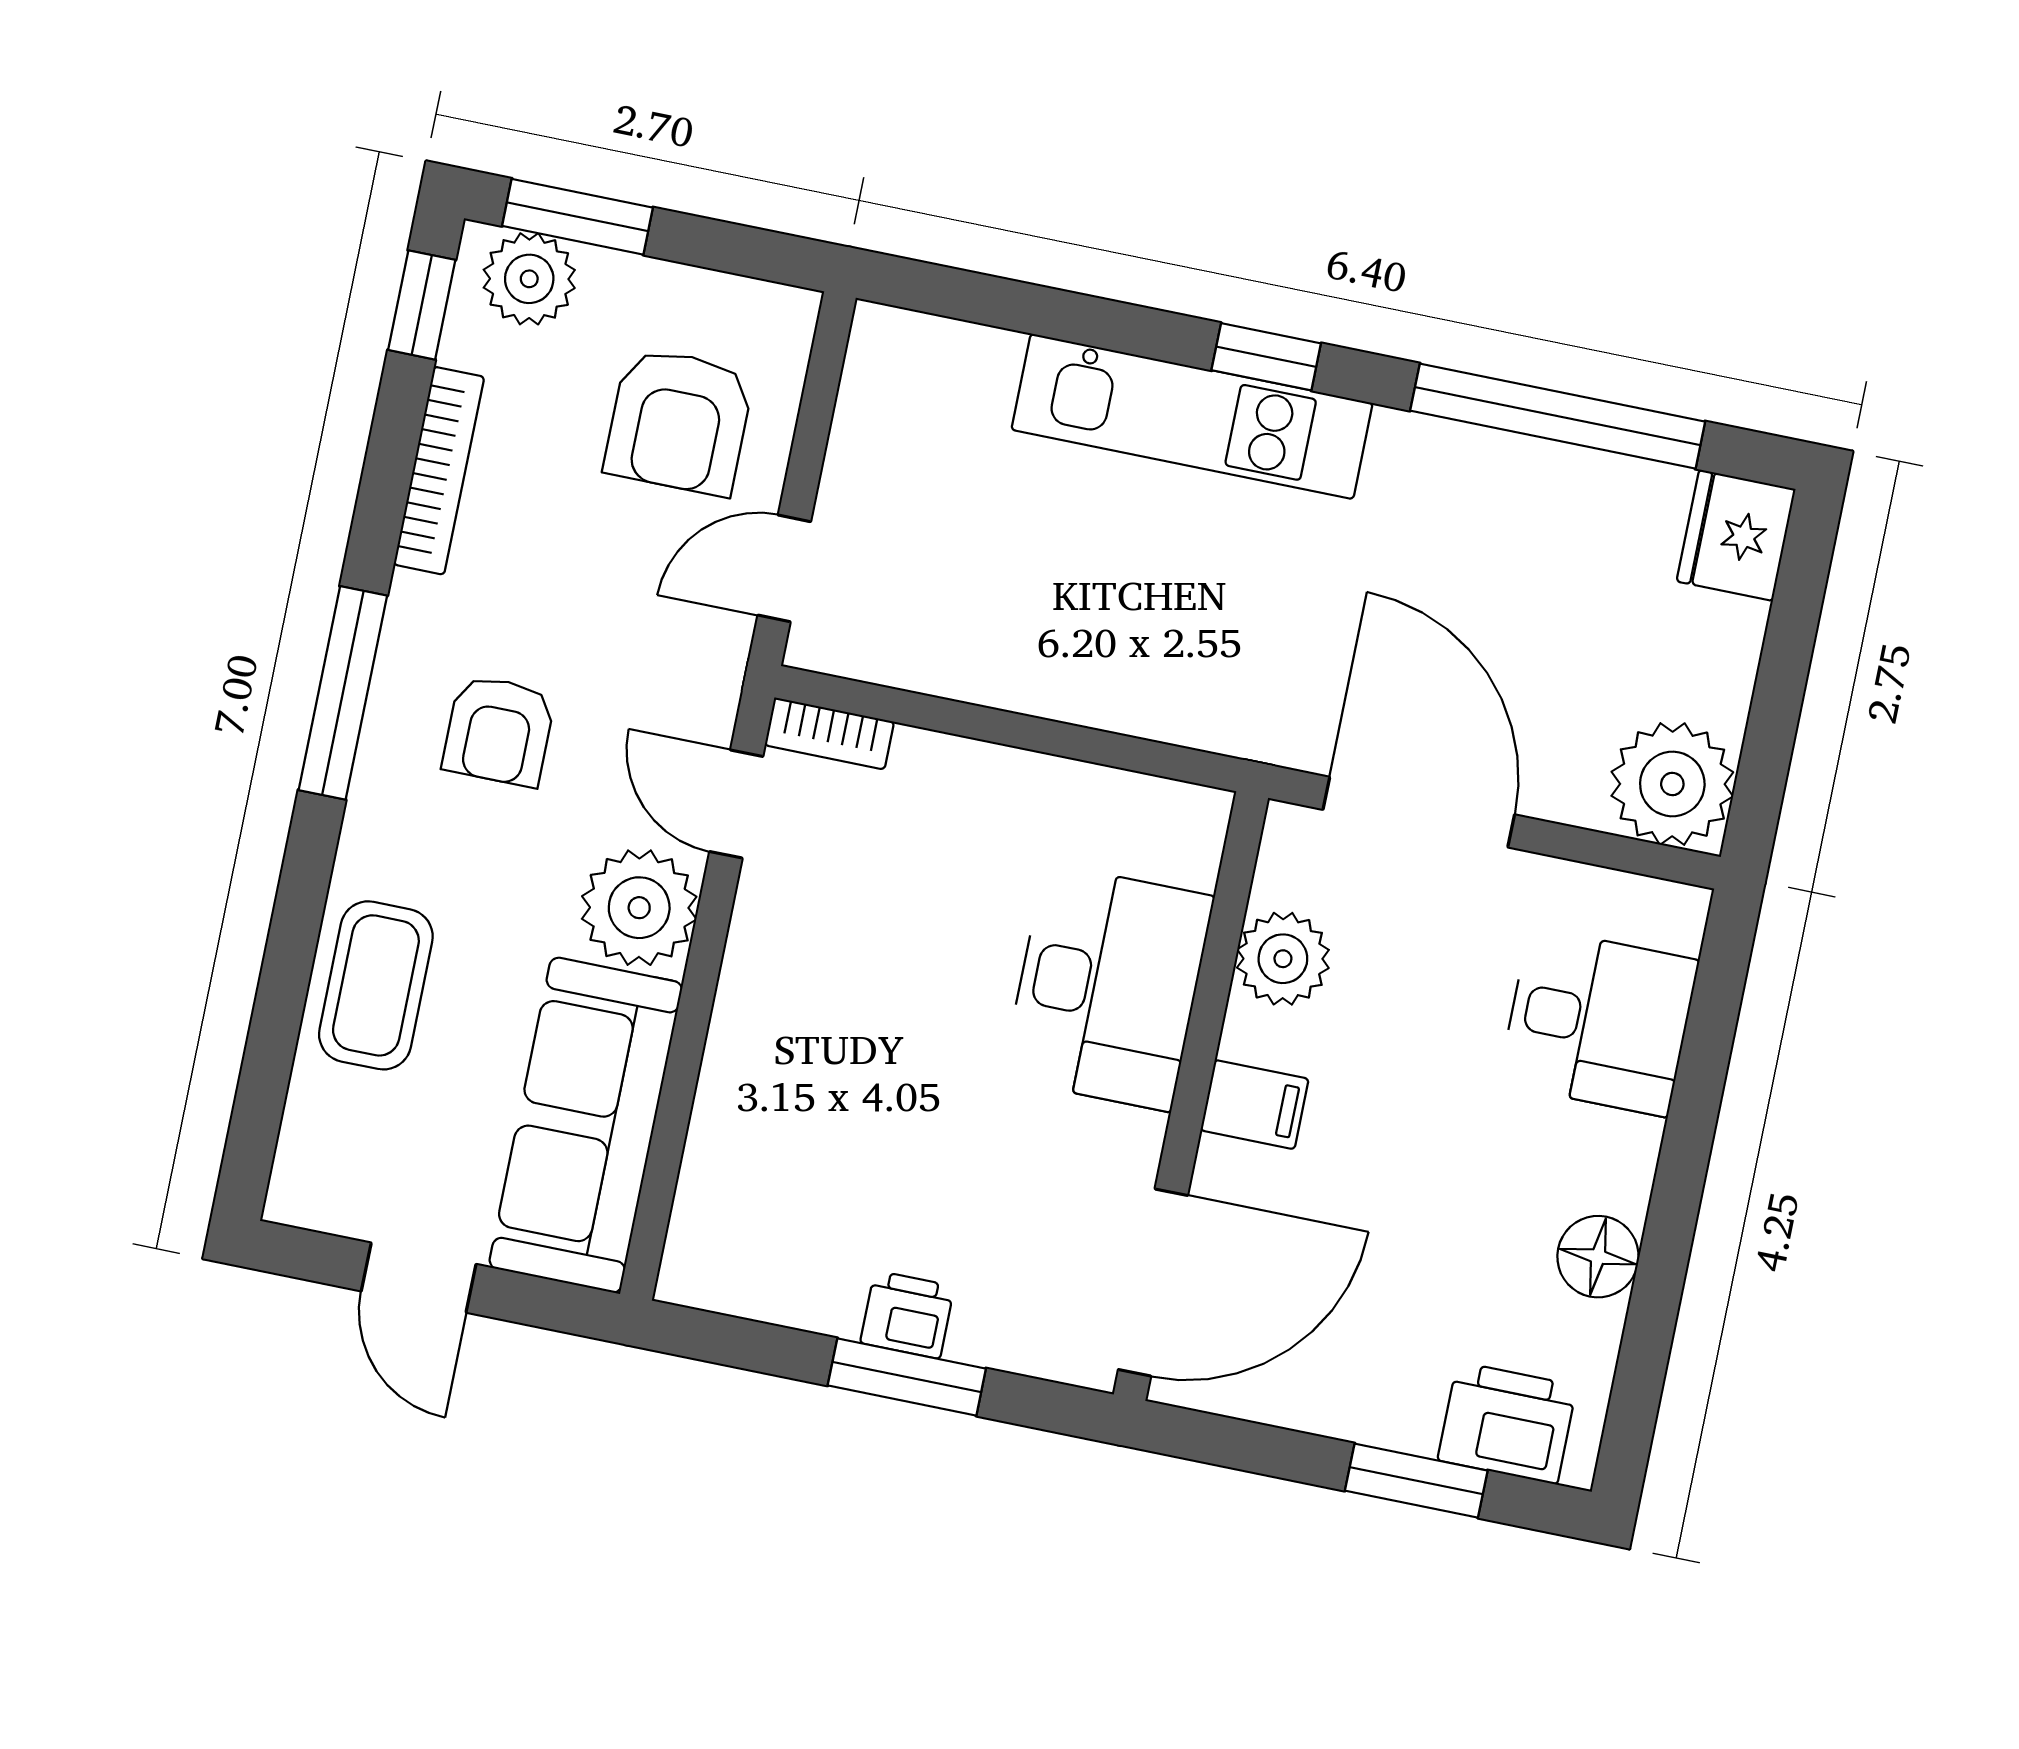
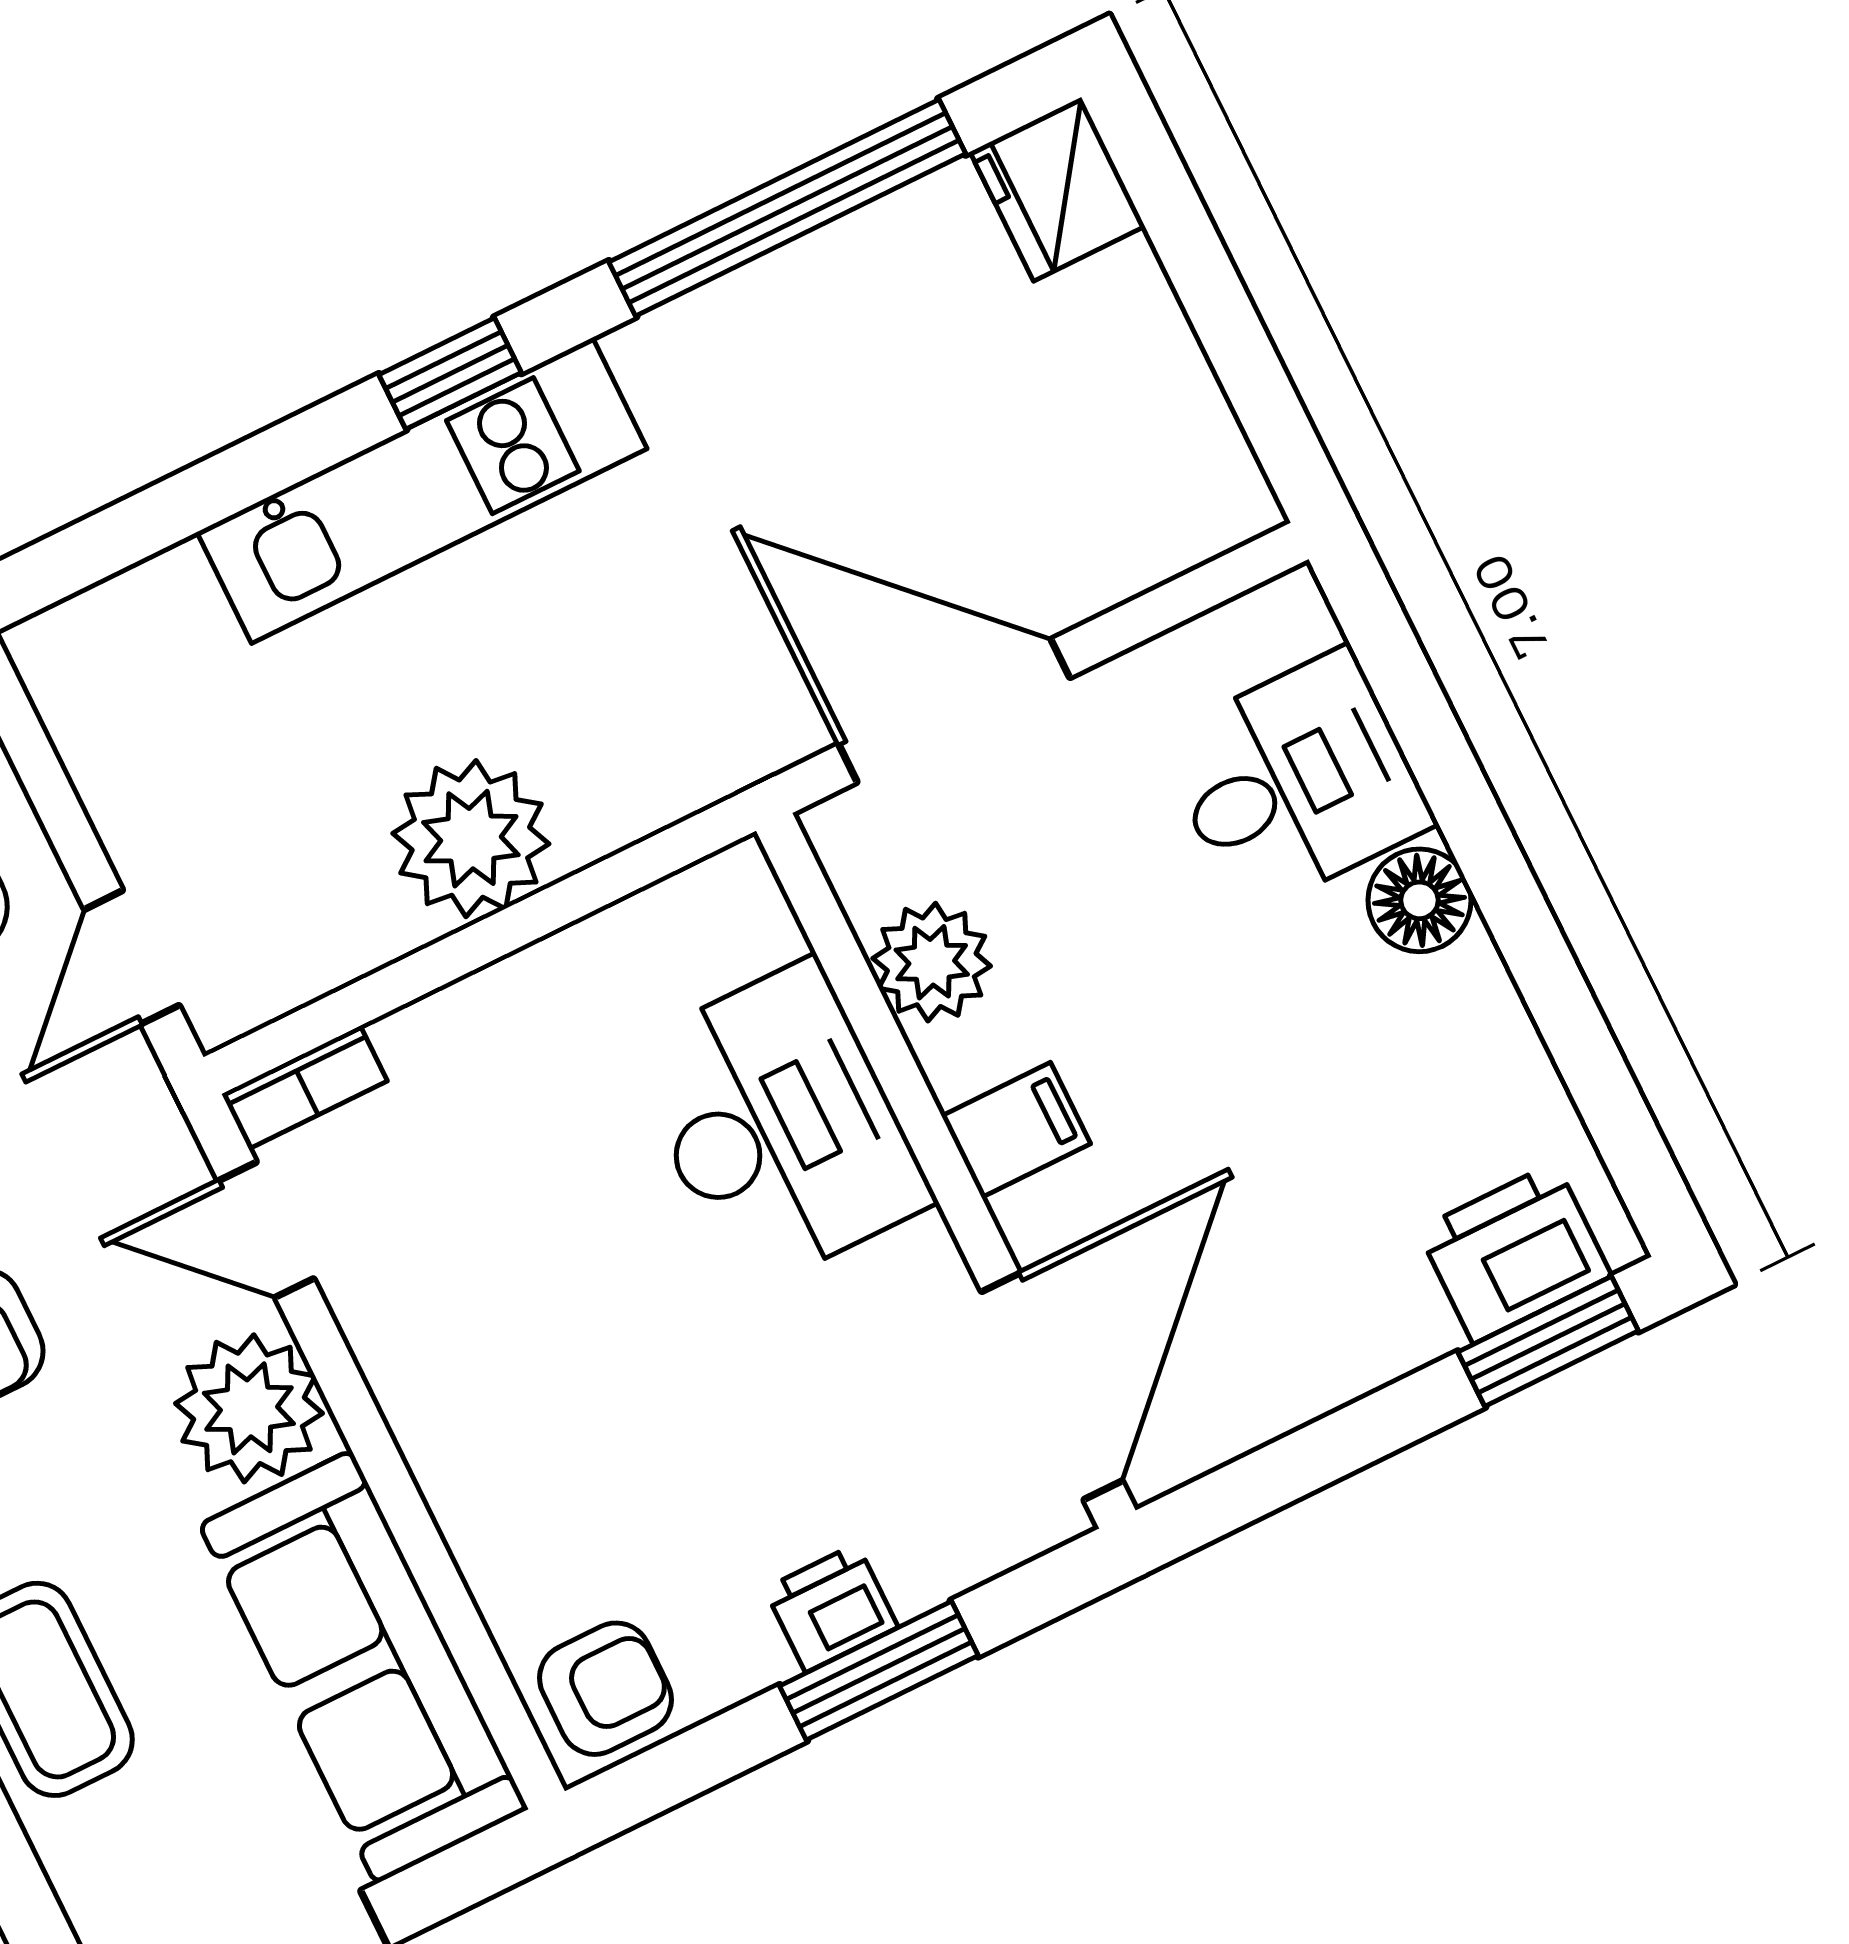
plant: (1672, 784) -> (471, 839), moved
armchair: (727, 1256) -> (605, 1689), added
floor lamp: (1598, 1257) -> (1419, 900), moved
window: (1416, 1481) -> (1548, 1341), moved

